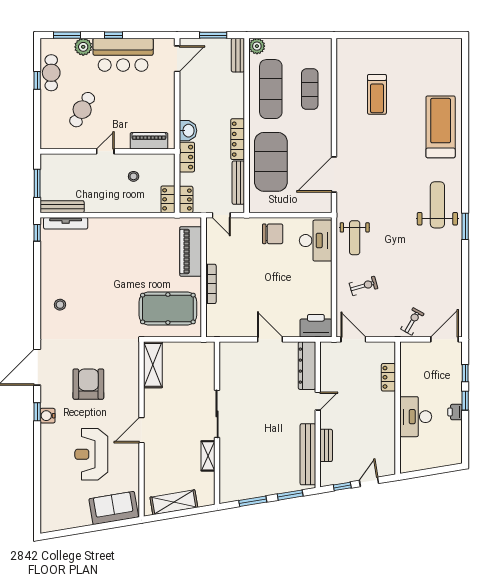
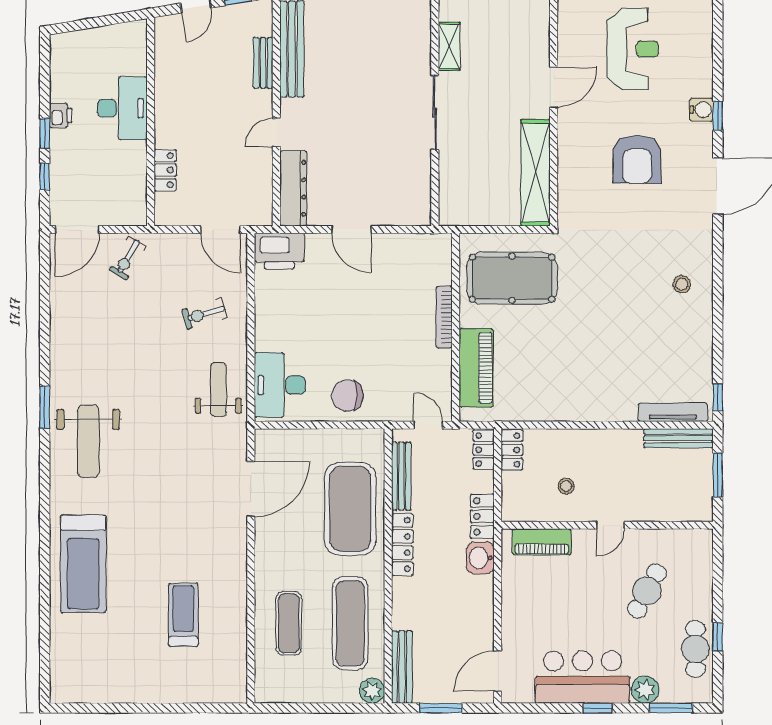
bench: (238, 55) -> (402, 667), width x1.36
shelving: (153, 365) -> (535, 173), width x1.47

